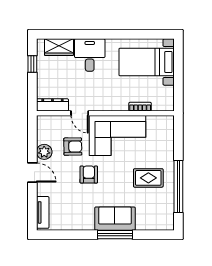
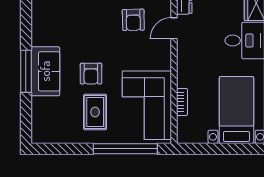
corner sofa: (118, 135) -> (147, 105), moved
armchair: (89, 175) -> (91, 74), moved, turned 90
window: (178, 186) -> (125, 149), moved

